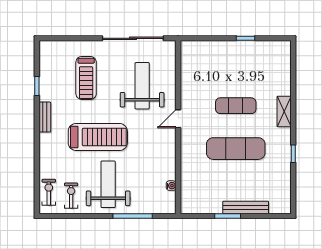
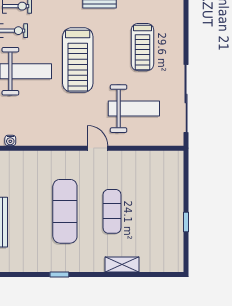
treadmill: (86, 78) -> (142, 47), turned -90
shelving: (284, 111) -> (122, 264), moved
water cooler: (171, 186) -> (10, 140), moved

